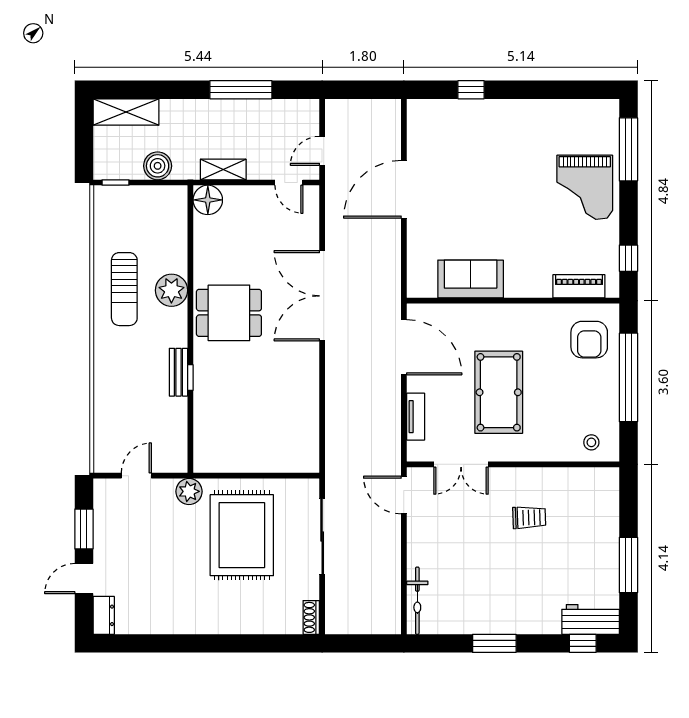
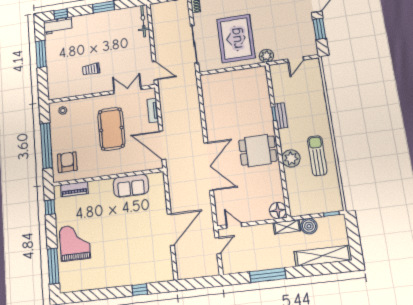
shelving: (126, 112) -> (323, 256), width x1.47
shelving: (223, 169) -> (287, 227), moved

